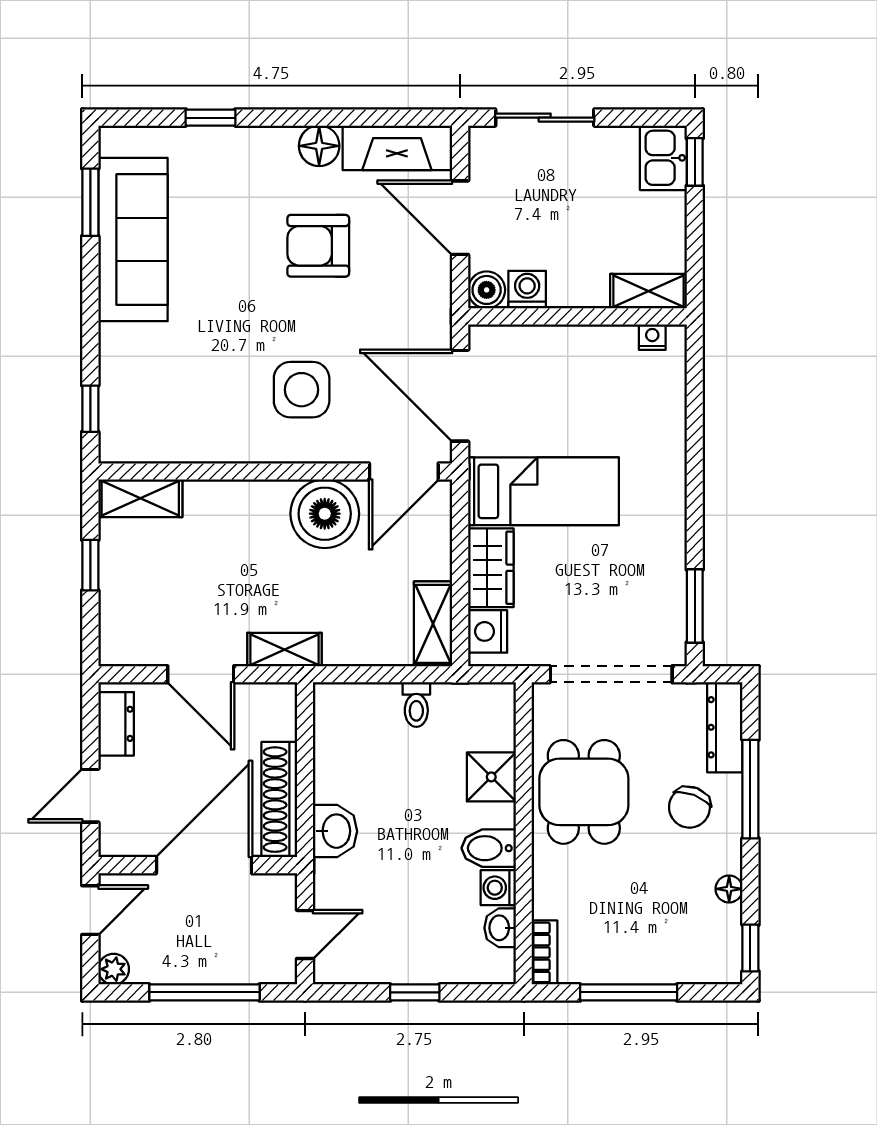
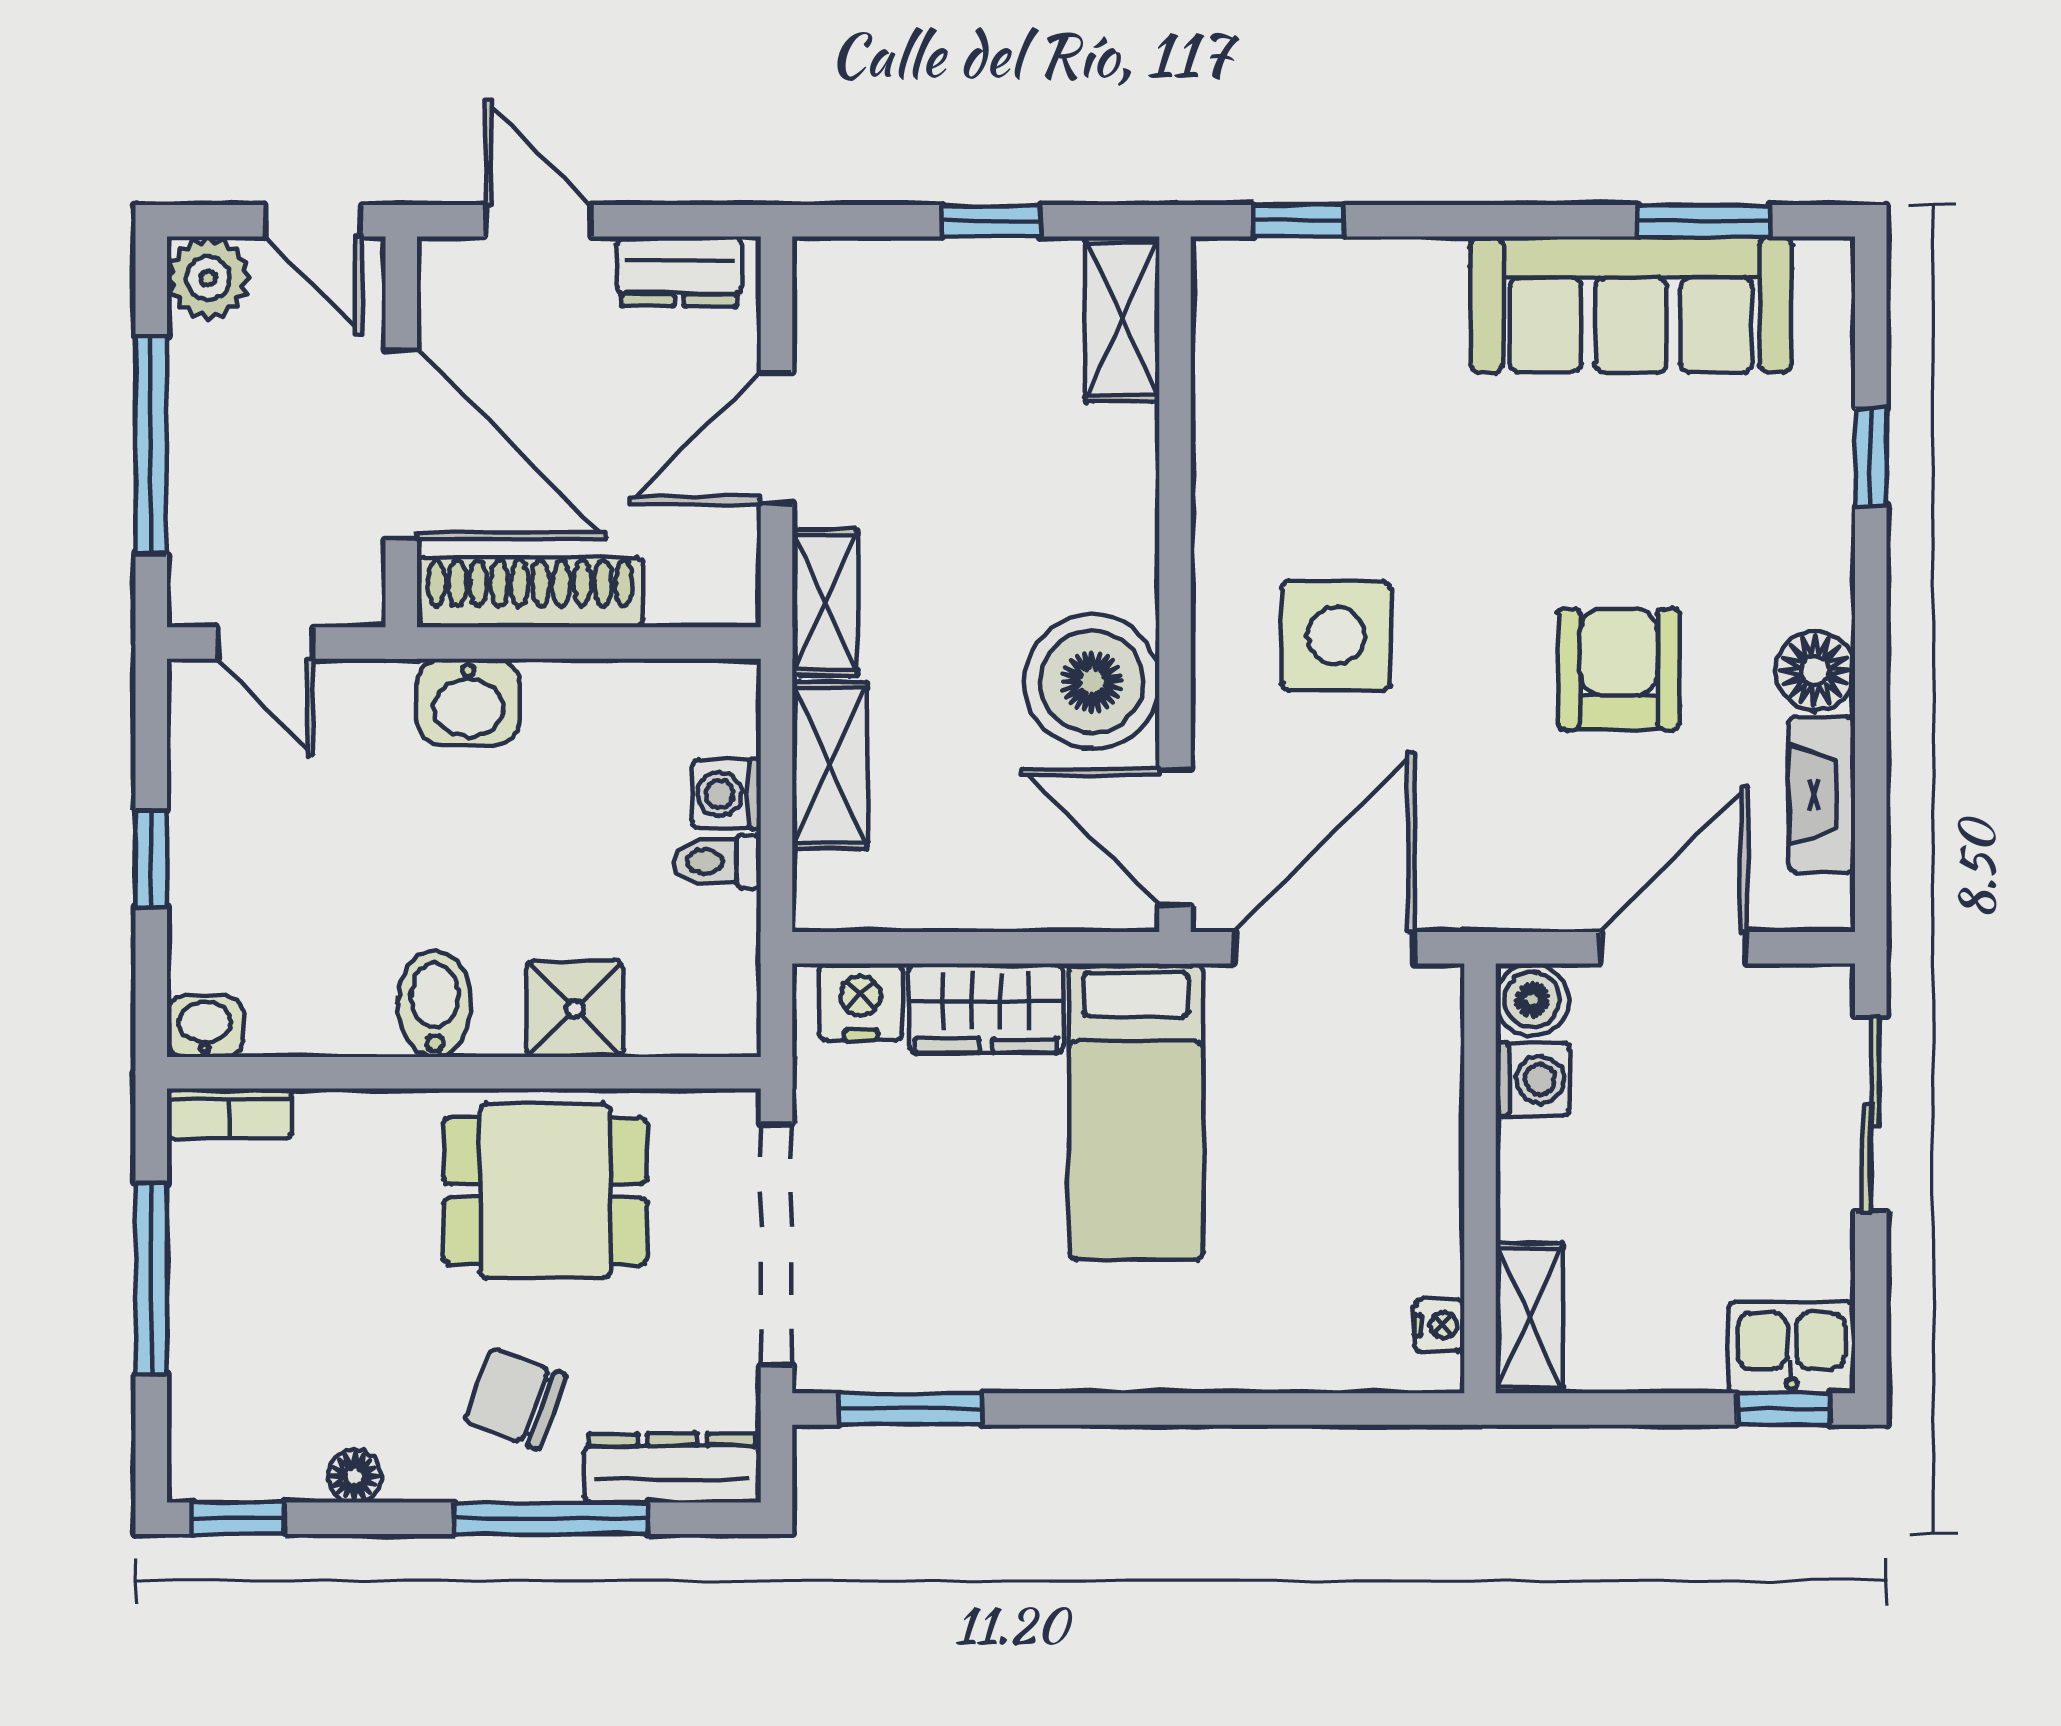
fireplace: (397, 148) -> (1822, 795), width x0.73, depth x0.76
shelving: (433, 624) -> (830, 765), moved, turned 90
washing machine: (498, 888) -> (726, 794), moved, turned -90
washbasin: (500, 928) -> (205, 1026), moved
plant: (114, 969) -> (208, 278), width x1.38, depth x1.38

